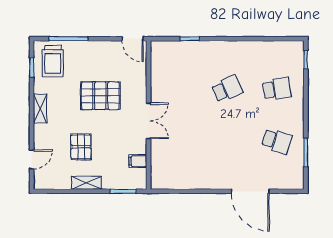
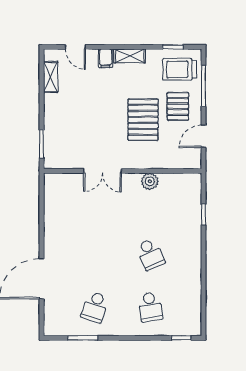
door: (132, 39) -> (204, 136), moved
plant: (158, 89) -> (150, 181), added
double door: (148, 121) -> (102, 171), moved
pallet: (81, 147) -> (178, 106), moved, turned 90
filing cabinet: (138, 161) -> (106, 58), moved, turned 180
shelving: (86, 183) -> (51, 77), moved

